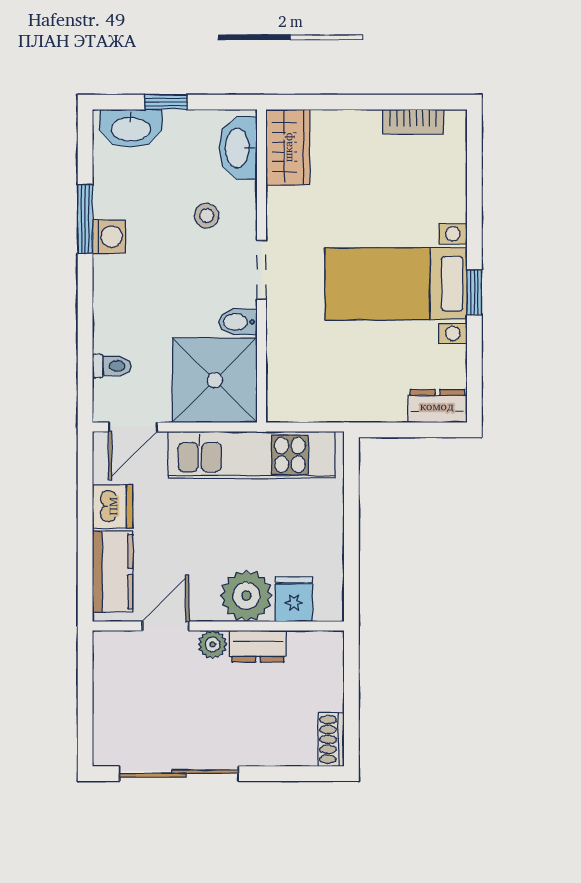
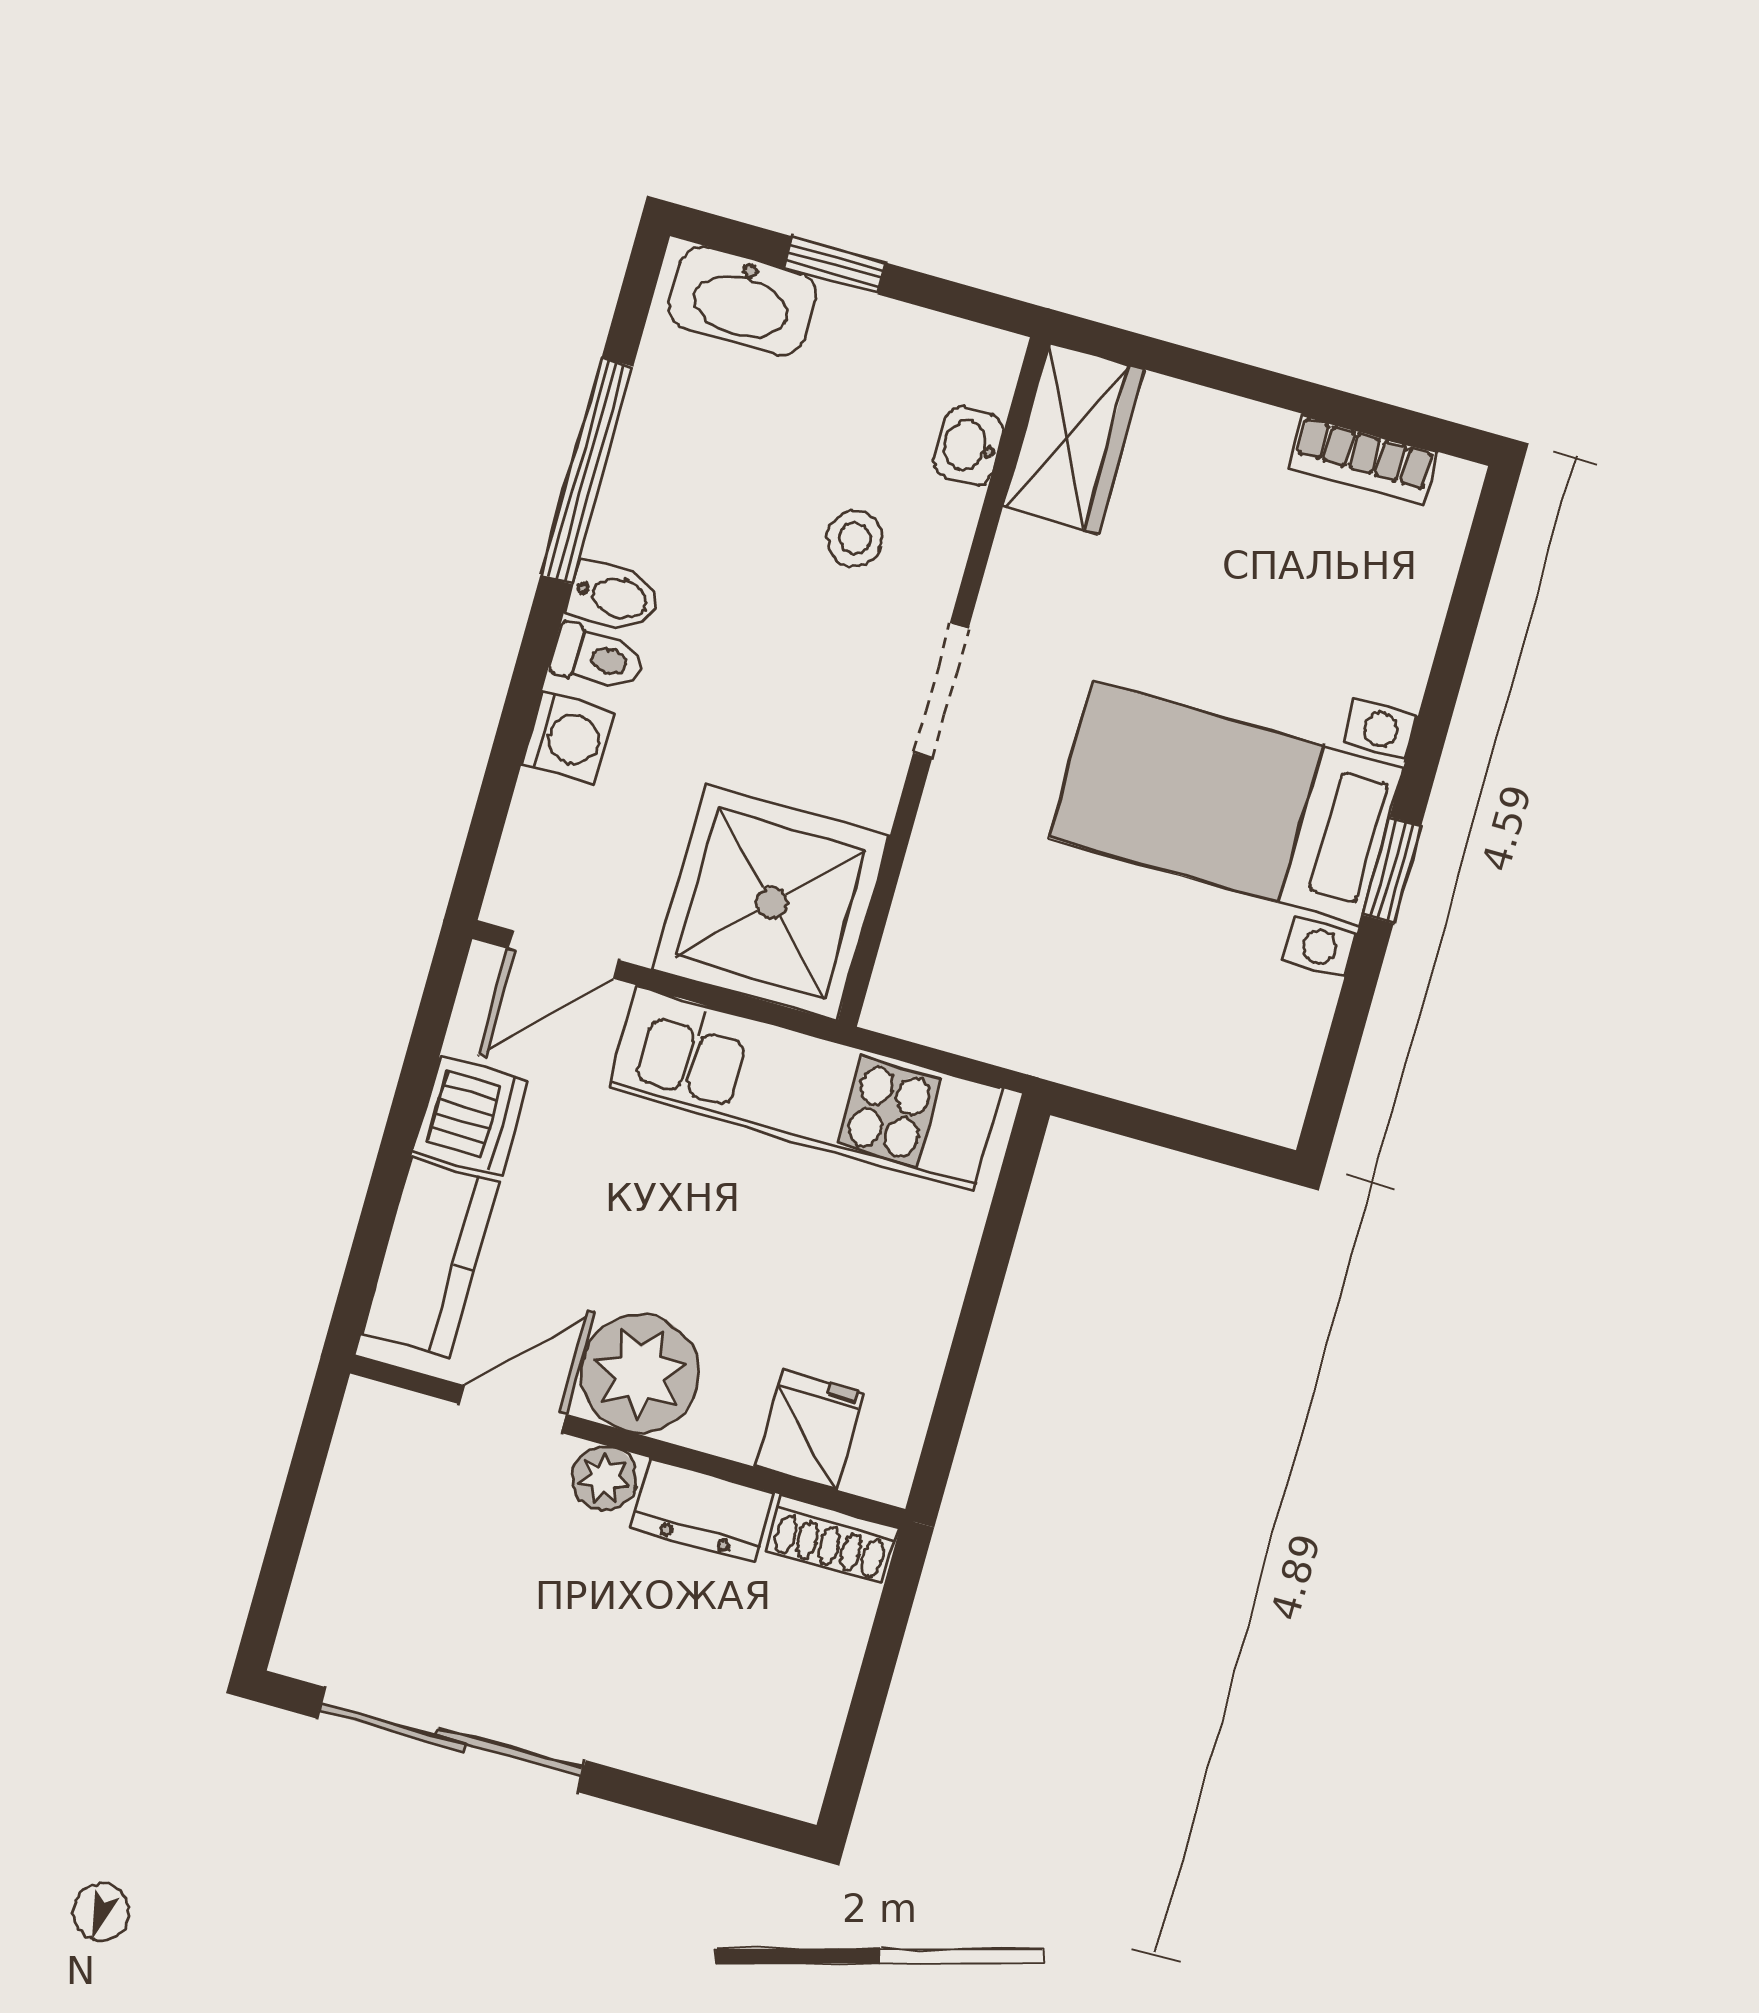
washbasin: (238, 148) -> (969, 446), width x0.52, depth x0.69
window: (85, 219) -> (587, 471), width x1.44
washing machine: (109, 237) -> (568, 738), moved
bidet: (238, 322) -> (614, 597), moved, turned 180
toilet: (112, 366) -> (597, 658), moved
dresser: (437, 406) -> (1241, 1096), removed
plant: (246, 596) -> (640, 1373), moved
shoe rack: (331, 739) -> (831, 1539), moved, turned -90

